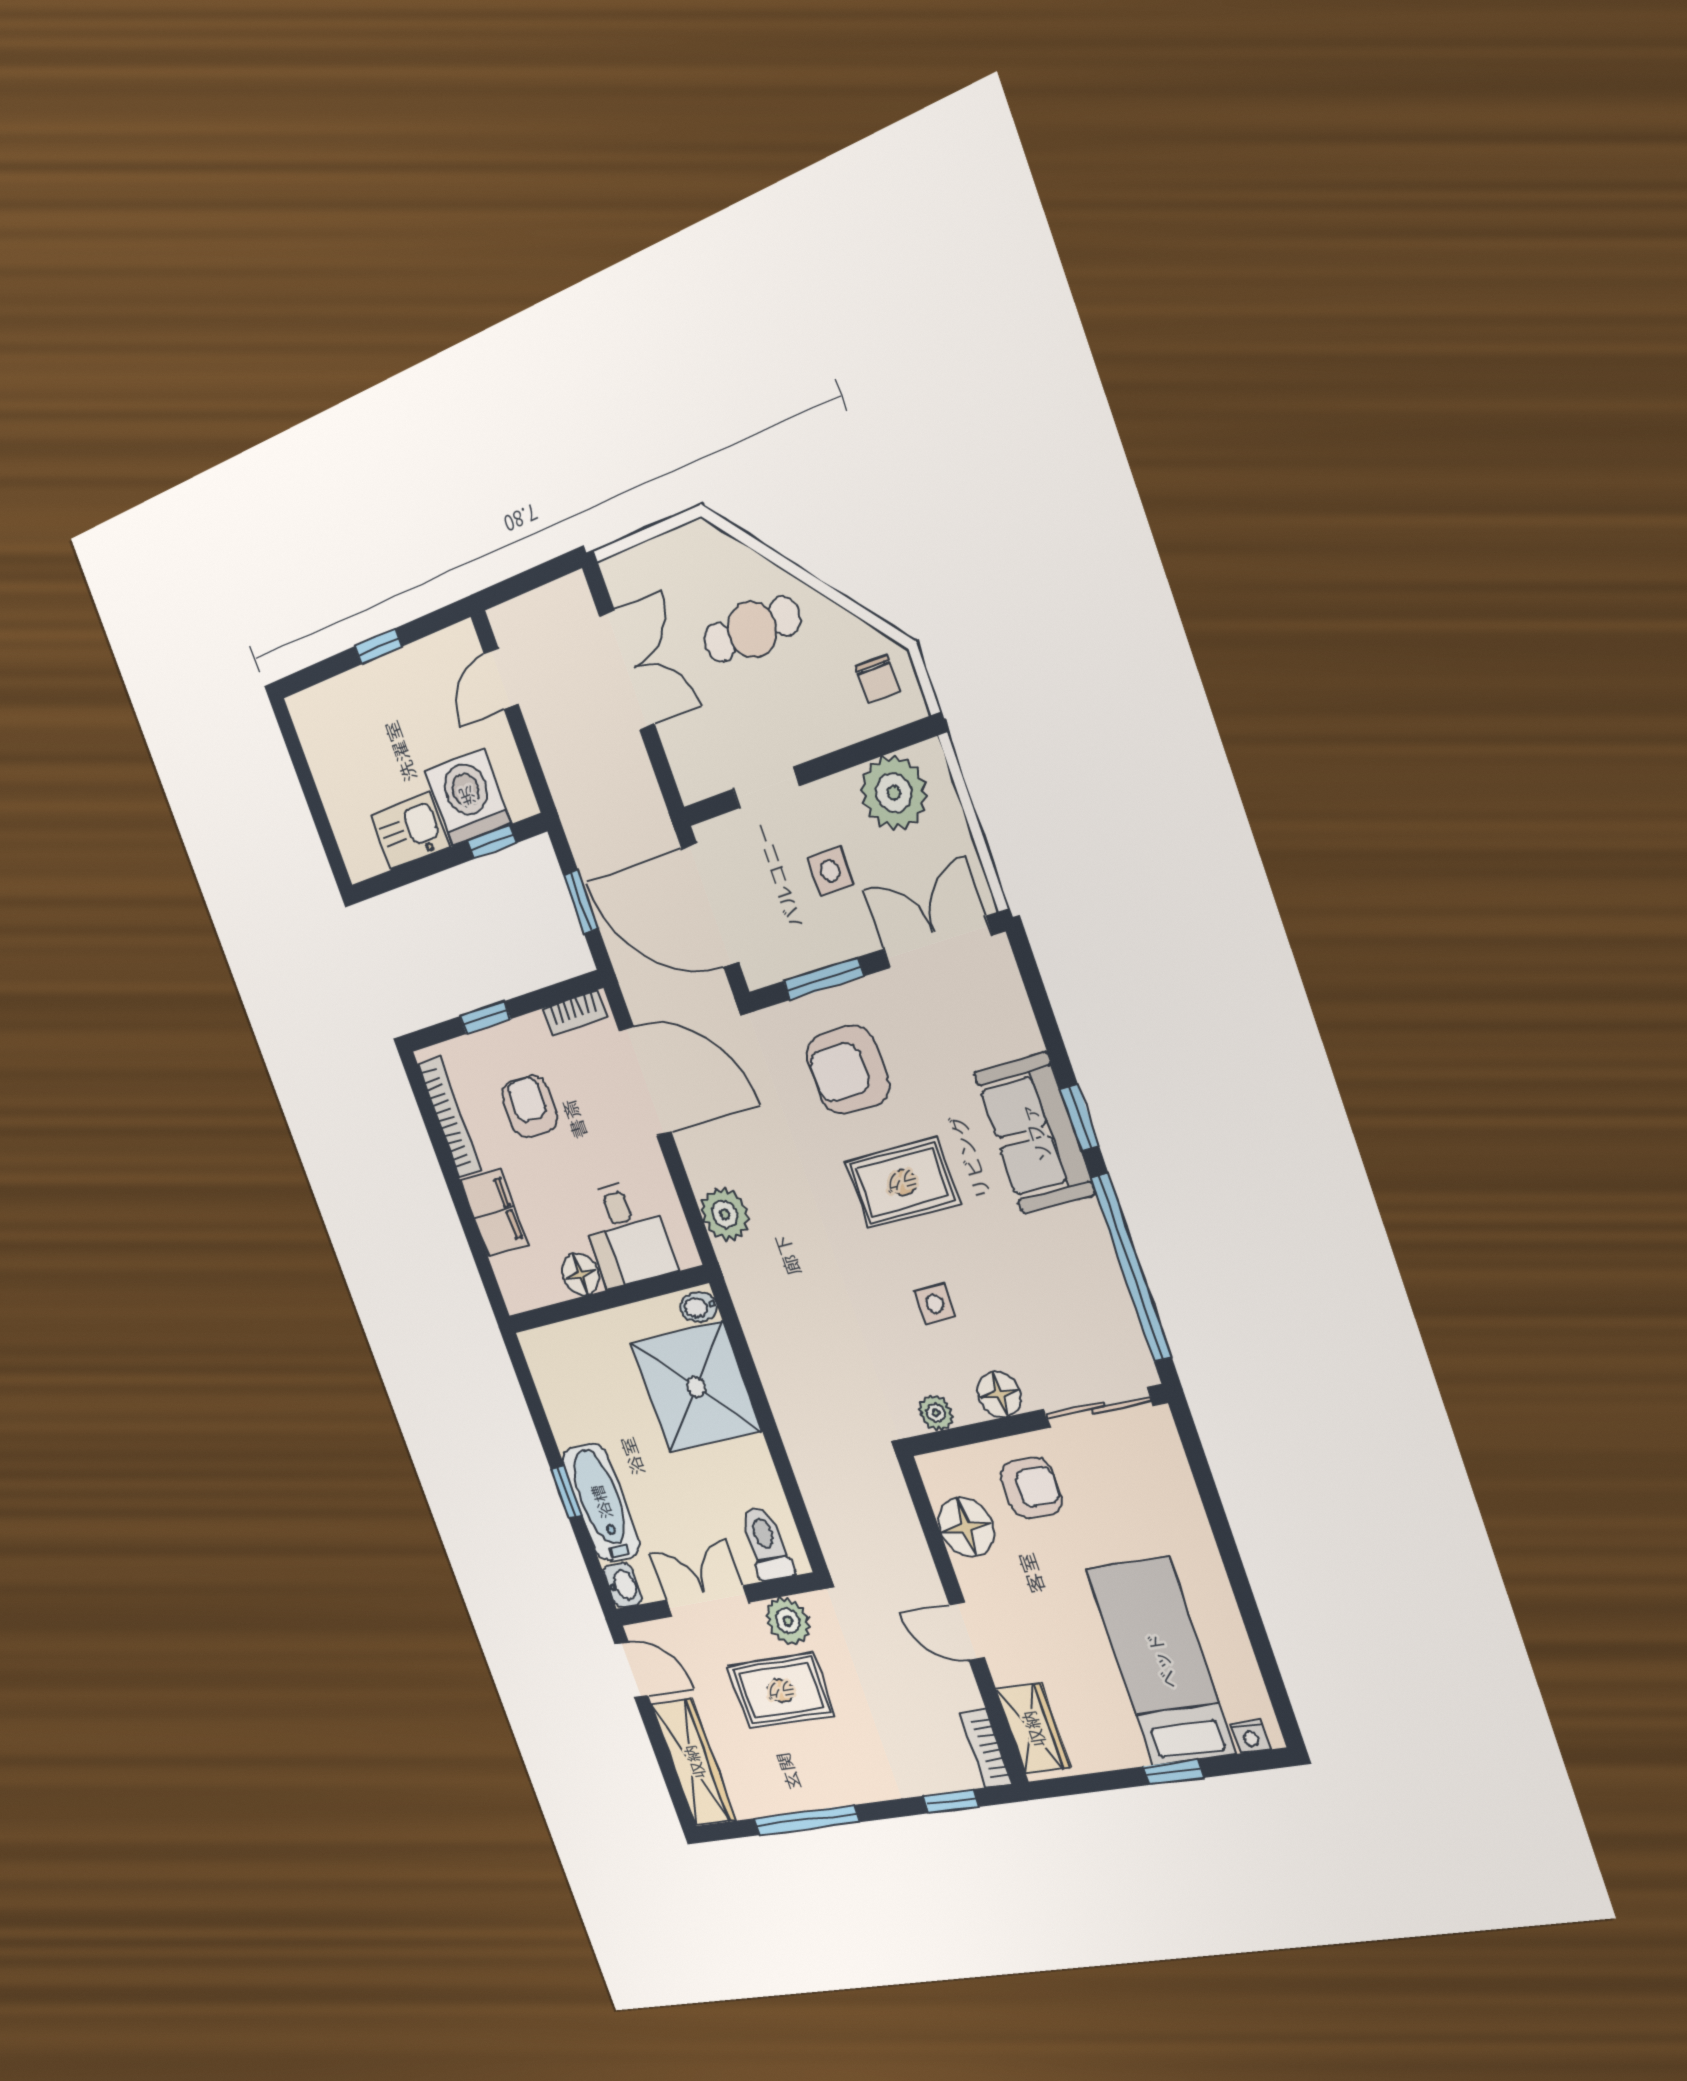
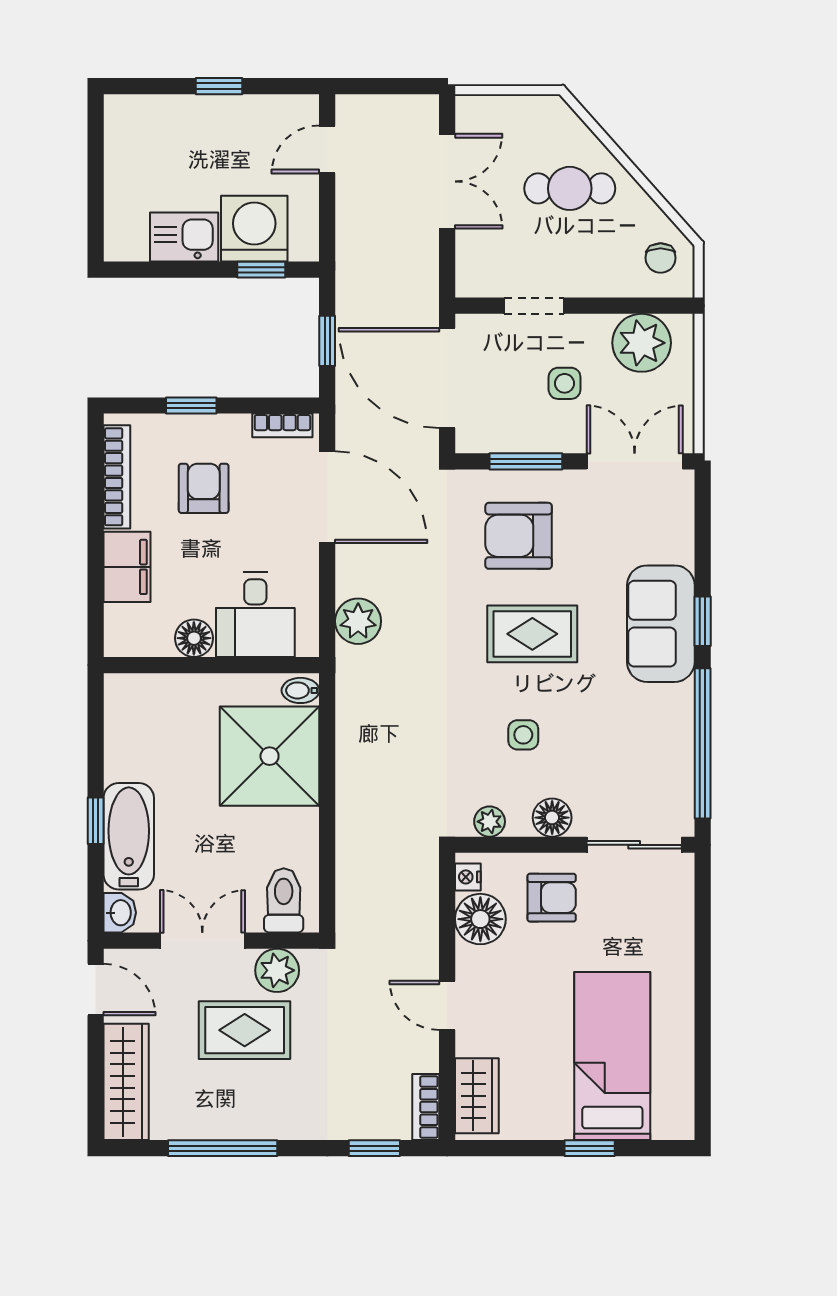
nightstand: (1250, 1736) -> (468, 877), moved, turned 90

